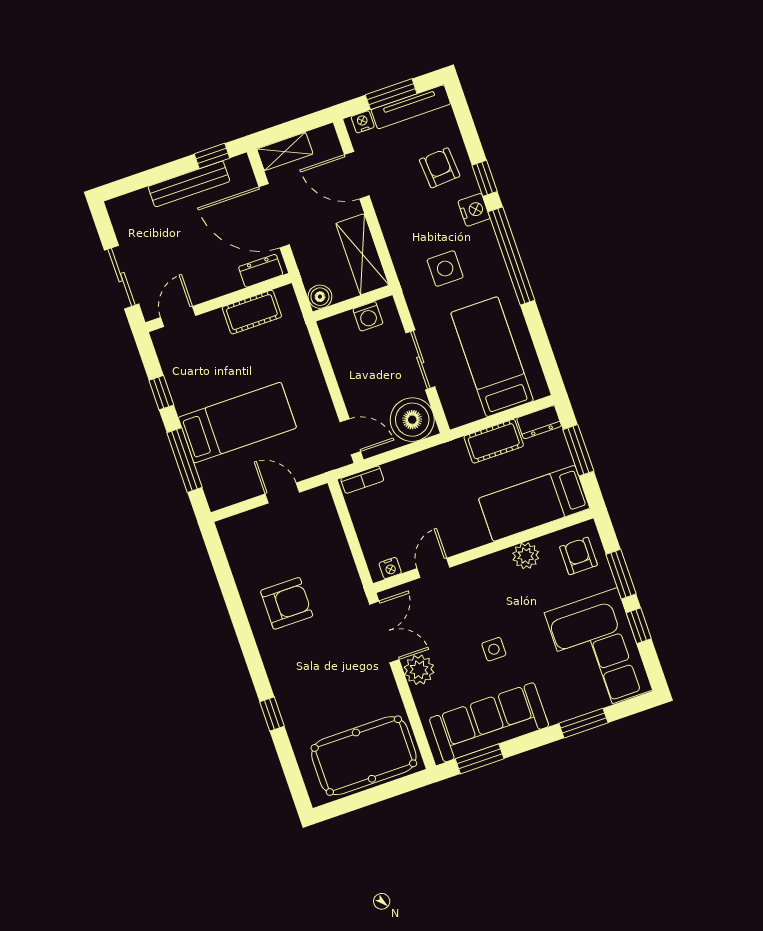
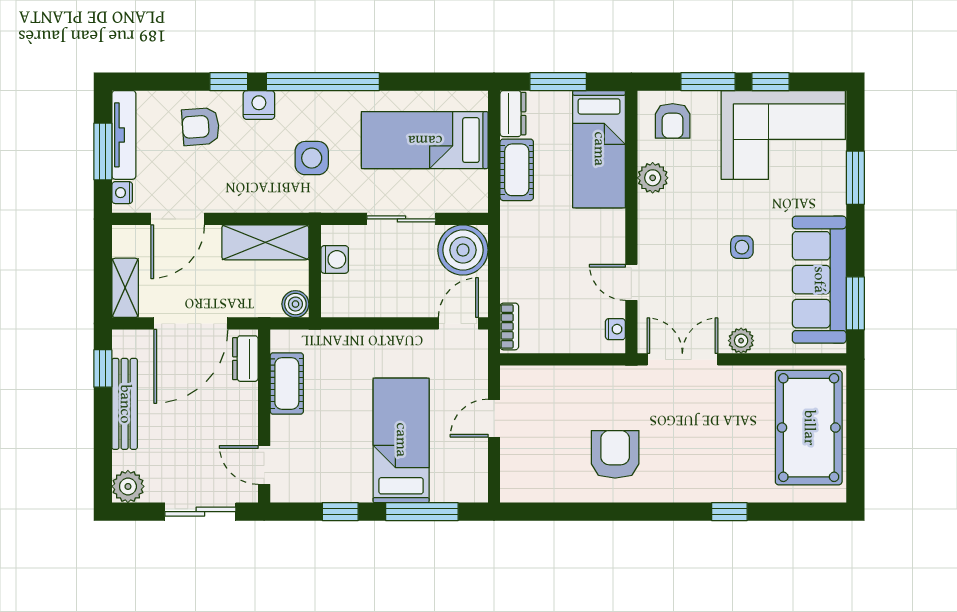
plant: (122, 210) -> (128, 486), added
armchair: (578, 556) -> (673, 121), turned -90
plant: (419, 670) -> (741, 341), width x0.73, depth x0.73

